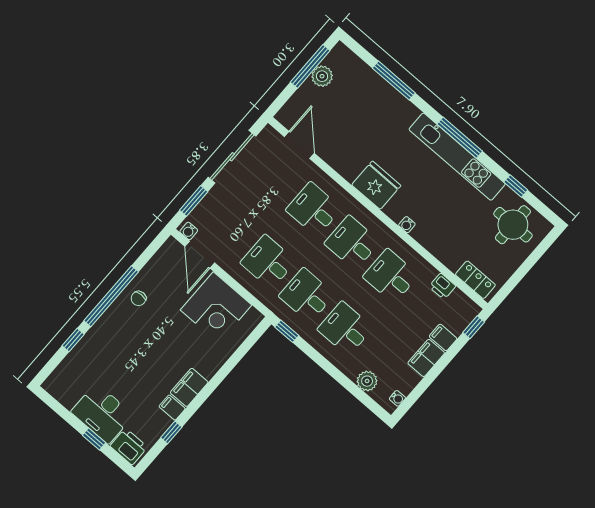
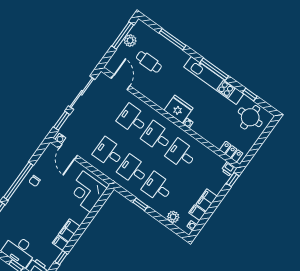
cafe table: (350, 115) -> (149, 62), added
fridge: (376, 185) -> (178, 109), moved
printer: (442, 286) -> (229, 169), moved
corner desk: (216, 307) -> (87, 192), moved, turned 90
window: (287, 331) -> (140, 204), moved
filing cabinet: (443, 337) -> (197, 213), moved

